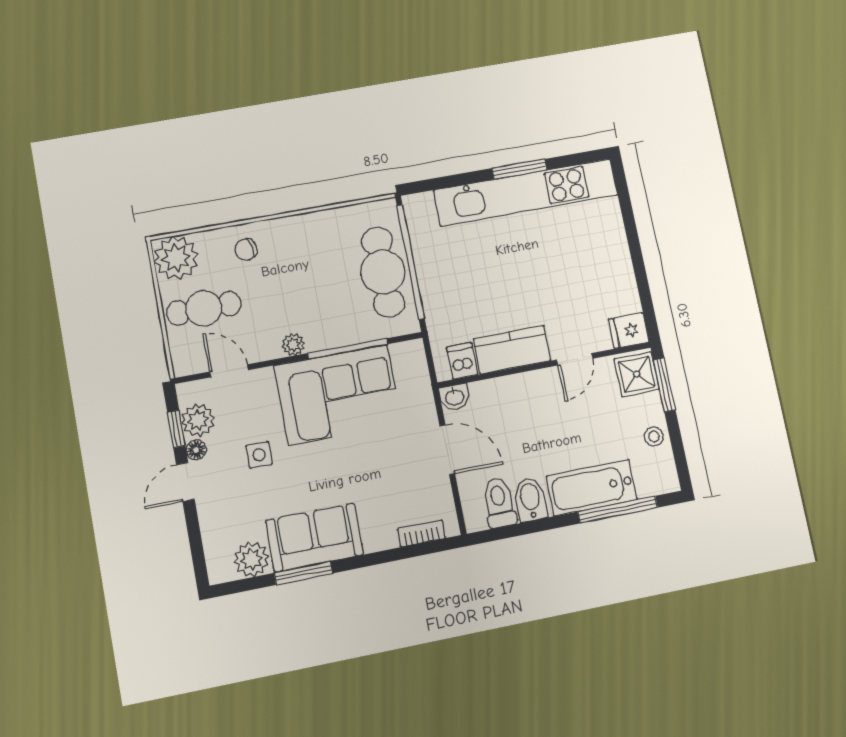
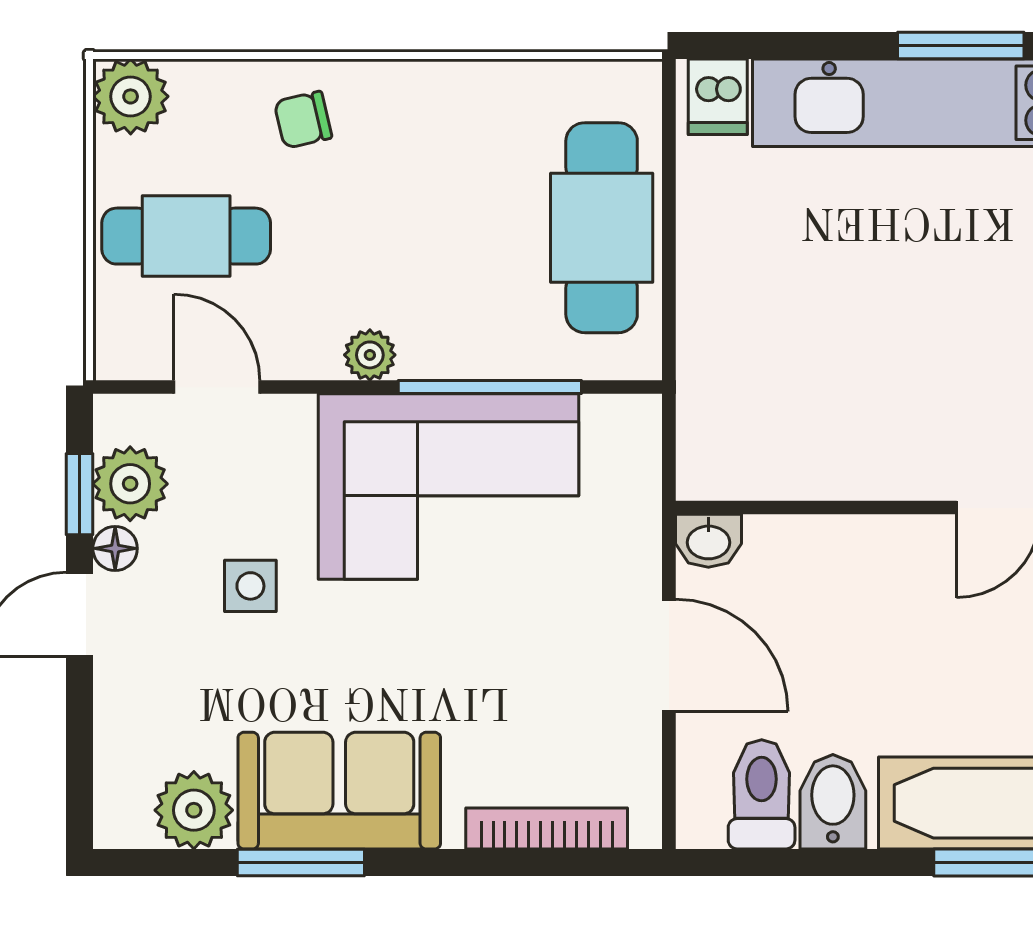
plant: (176, 258) -> (131, 96), width x0.73, depth x0.73
window: (411, 262) -> (669, 216), removed
kitchen counter: (512, 350) -> (860, 459), removed
dishwasher: (462, 361) -> (718, 97), moved, turned 180
bookcase: (422, 534) -> (547, 828), width x1.56

